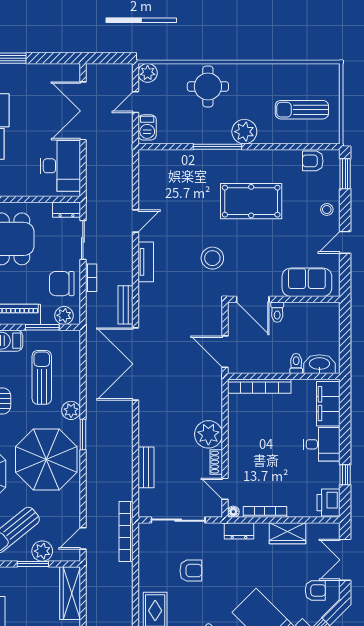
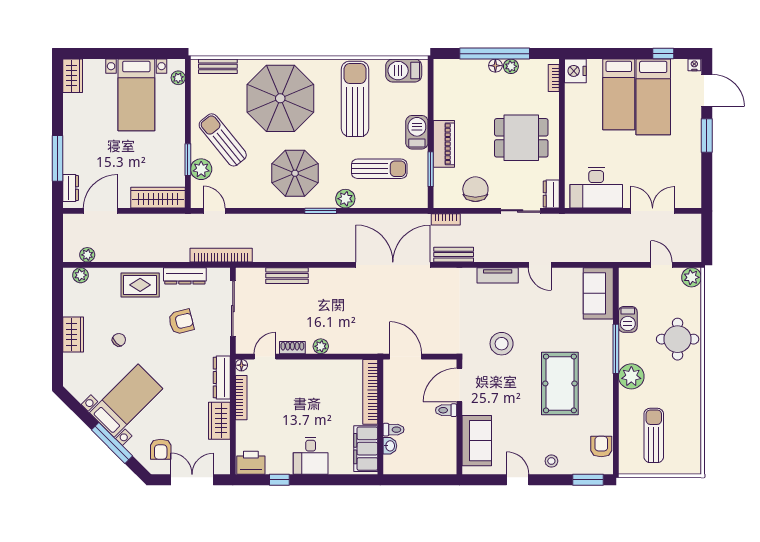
double door: (83, 111) -> (653, 211), width x0.73
barbecue: (147, 127) -> (628, 319), moved, turned -90
sofa: (163, 164) -> (598, 293), added
bookcase: (91, 278) -> (446, 219), moved
plant: (64, 315) -> (443, 192), removed
door: (225, 352) -> (406, 357), hinge flipped
washbasin: (319, 364) -> (390, 446), width x0.52, depth x0.69
filing cabinet: (328, 404) -> (366, 449), moved, turned -90
plant: (208, 434) -> (321, 346), width x0.53, depth x0.53
parasol: (46, 460) -> (295, 173), width x0.73, depth x0.73
dresser: (239, 531) -> (222, 378), width x1.44
dresser: (146, 567) -> (185, 276), added
armchair: (191, 571) -> (181, 322), turned -104

